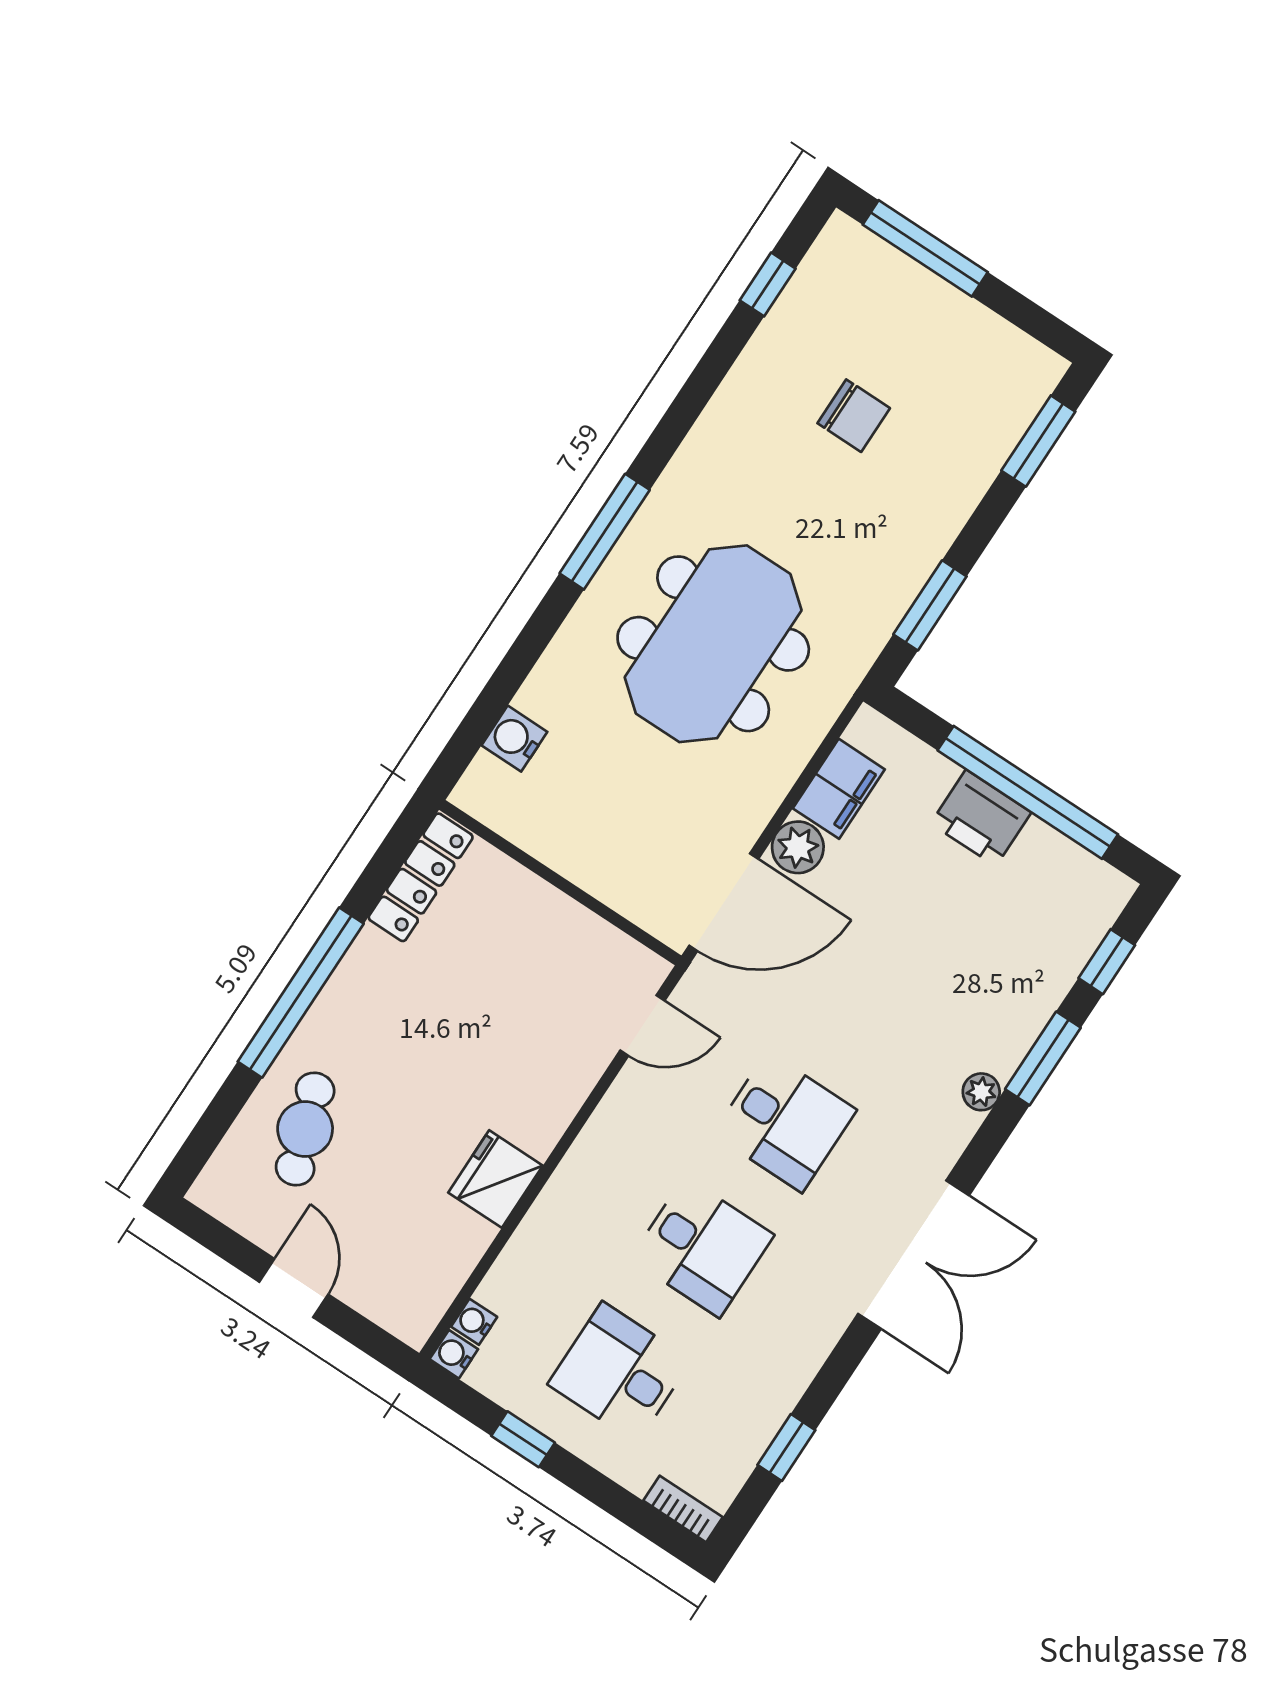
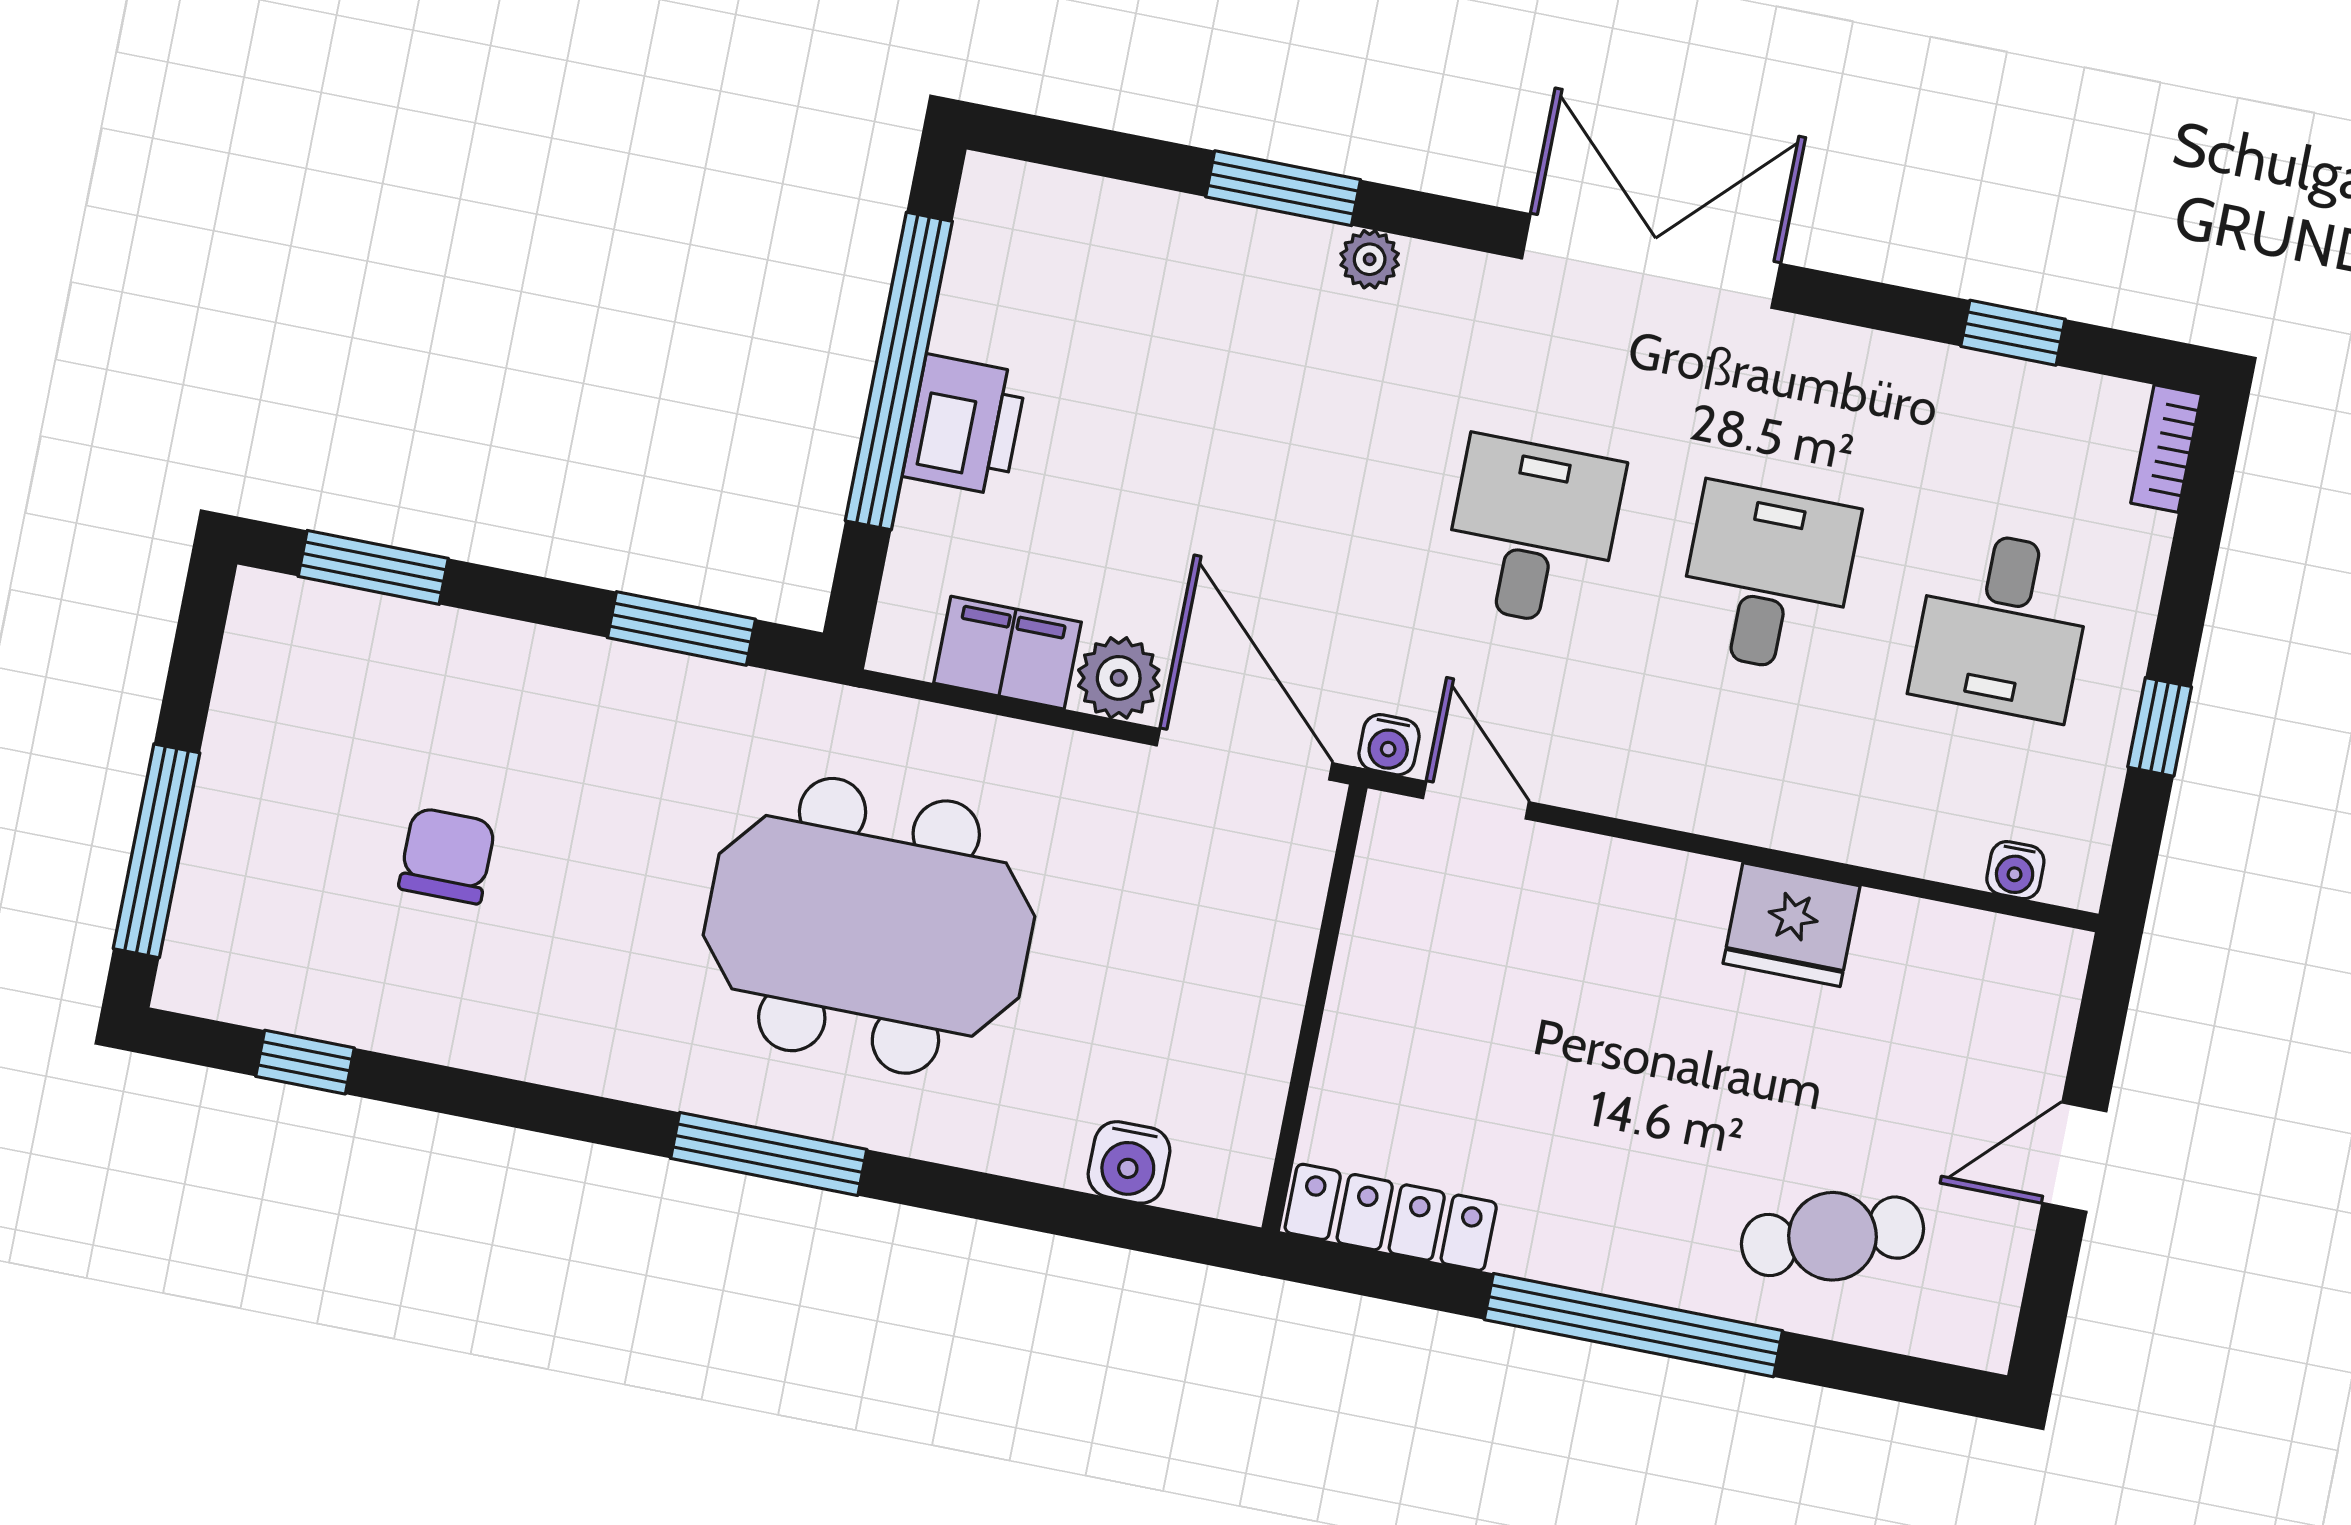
window: (1107, 962) -> (1101, 152), removed
water cooler: (454, 1354) -> (1389, 745), moved

